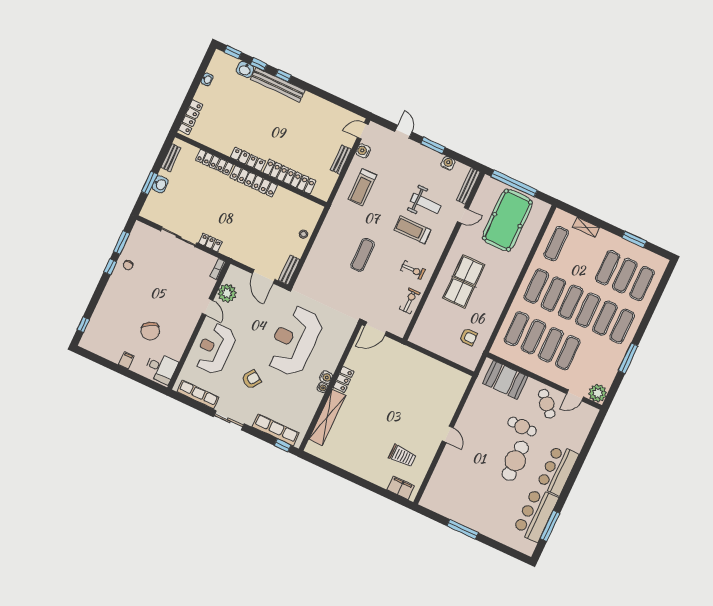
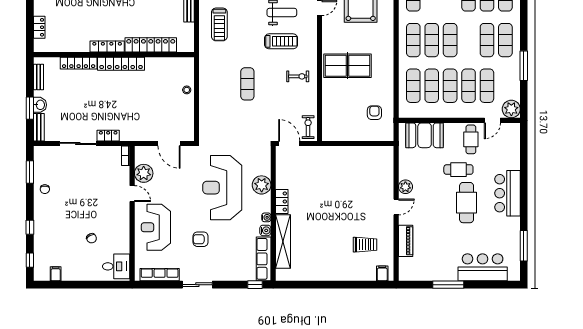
locker: (191, 117) -> (39, 27), width x0.66
treadmill: (412, 230) -> (281, 41), turned 180
window: (110, 267) -> (30, 227), moved
bench: (289, 270) -> (39, 127), moved
table tennis table: (464, 282) -> (347, 66), turned 90
exercise bike: (410, 301) -> (308, 127), moved
exercise mat: (588, 310) -> (487, 86), moved
door: (376, 329) -> (289, 143), swing flipped
chair: (150, 331) -> (91, 238), width x0.54, depth x0.54
armchair: (468, 337) -> (374, 113), turned -90
plant: (332, 355) -> (262, 185), added
filing cabinet: (126, 360) -> (56, 274), moved
water cooler: (326, 377) -> (265, 230), moved
armchair: (251, 379) -> (201, 239), turned -125
cafe table: (547, 404) -> (471, 139), turned 42
plant: (465, 420) -> (405, 187), added
row of seats: (276, 430) -> (264, 259), moved, turned -90
door: (448, 434) -> (396, 207), hinge flipped
piano: (442, 470) -> (406, 241), added
filing cabinet: (401, 488) -> (382, 273), width x0.50
bar counter: (536, 514) -> (483, 267), moved, turned 90

